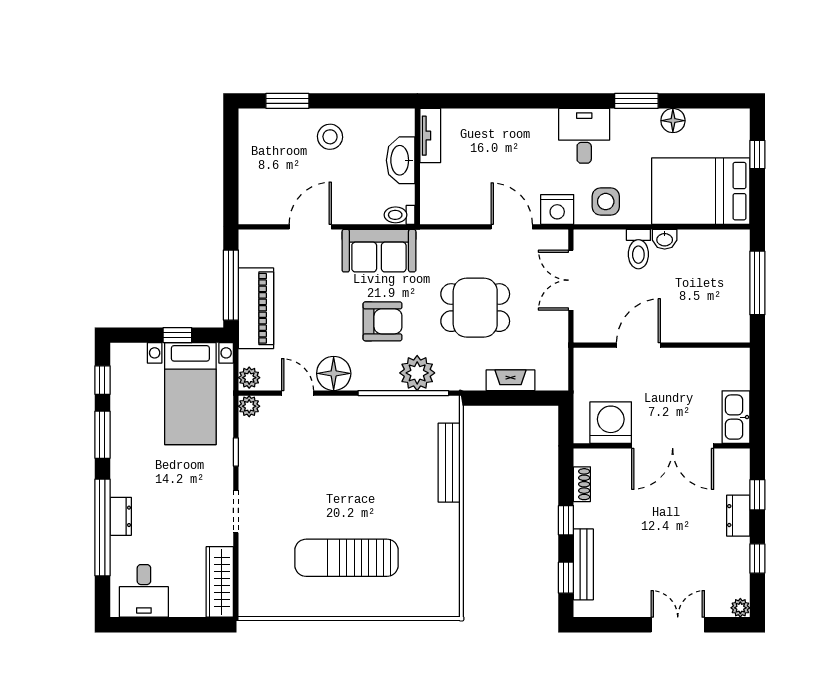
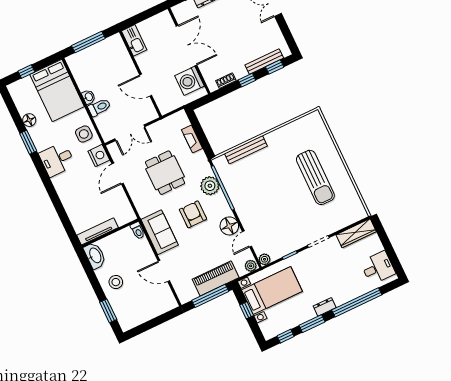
tv unit: (430, 136) -> (98, 231), width x1.41
washbasin: (401, 160) -> (95, 256), moved, turned -90
kitchen sink: (736, 417) -> (134, 40), moved, turned -90
dresser: (121, 516) -> (325, 307), moved

